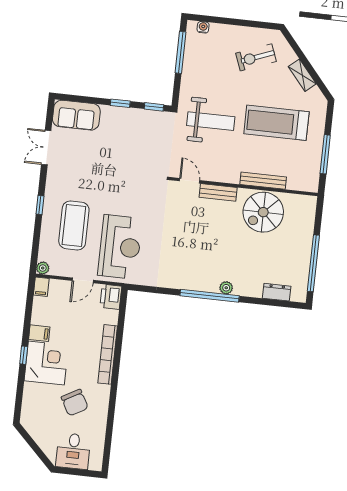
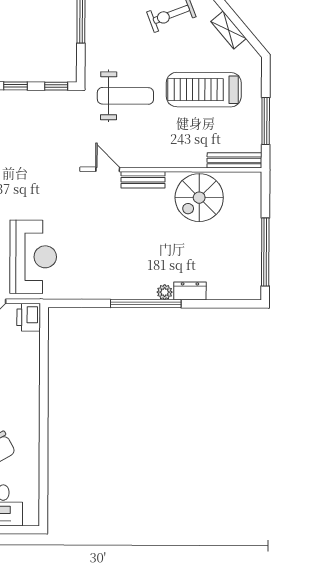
bench: (263, 181) -> (234, 160), moved
dresser: (277, 292) -> (190, 291), moved
bookcase: (108, 354) -> (32, 386), removed

